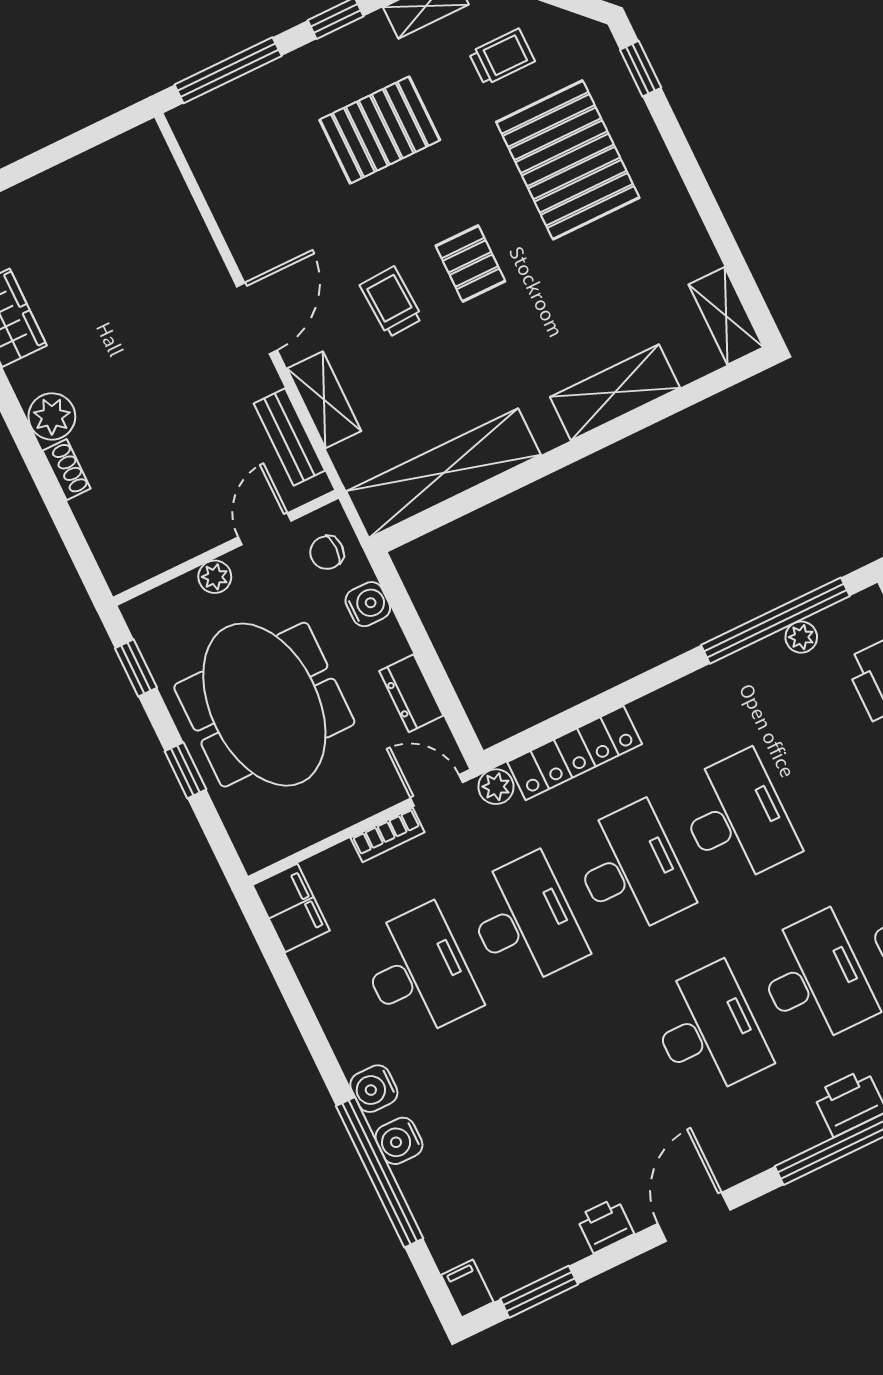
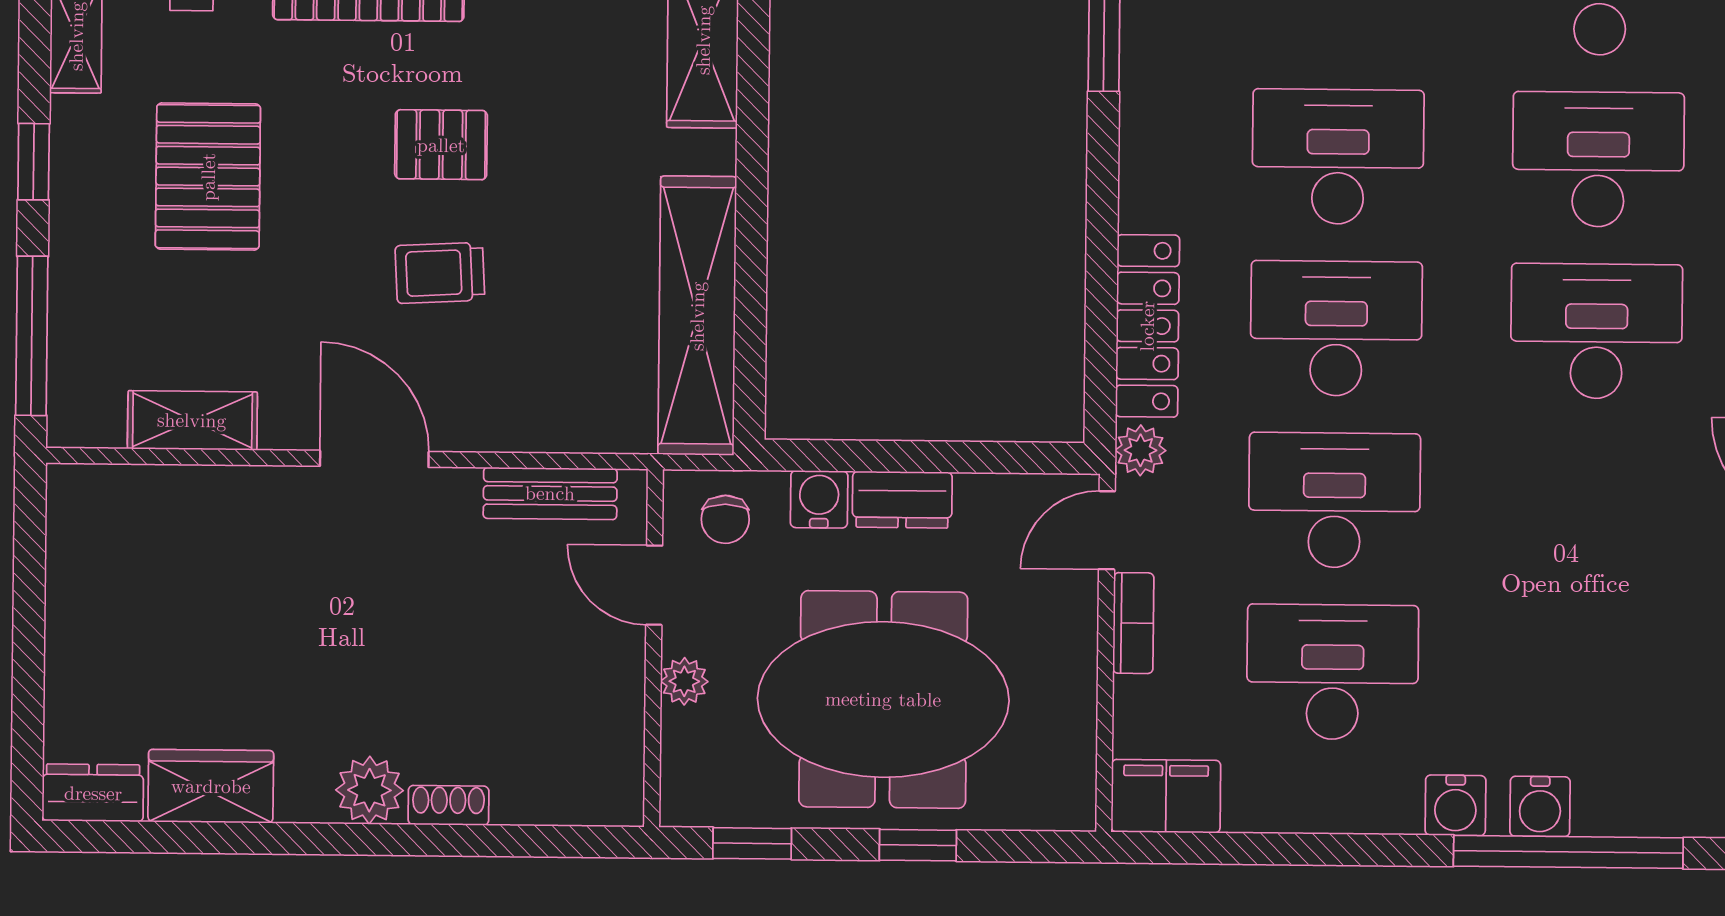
shelving: (324, 400) -> (192, 420), moved
dresser: (411, 693) -> (902, 500), moved

